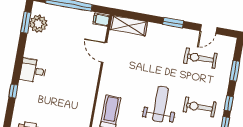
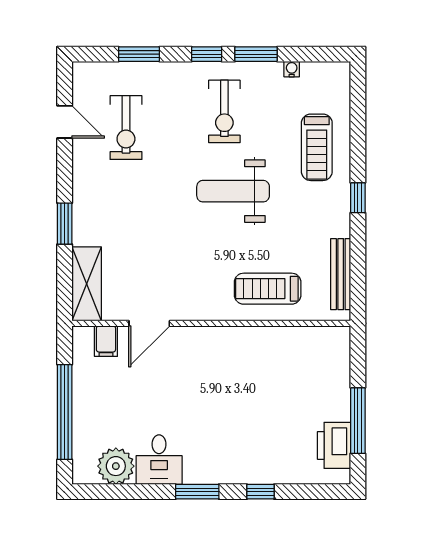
filing cabinet: (101, 20) -> (106, 341), moved
window: (26, 22) -> (197, 492), moved
window: (173, 23) -> (65, 224), moved
desk: (33, 71) -> (159, 460), moved

